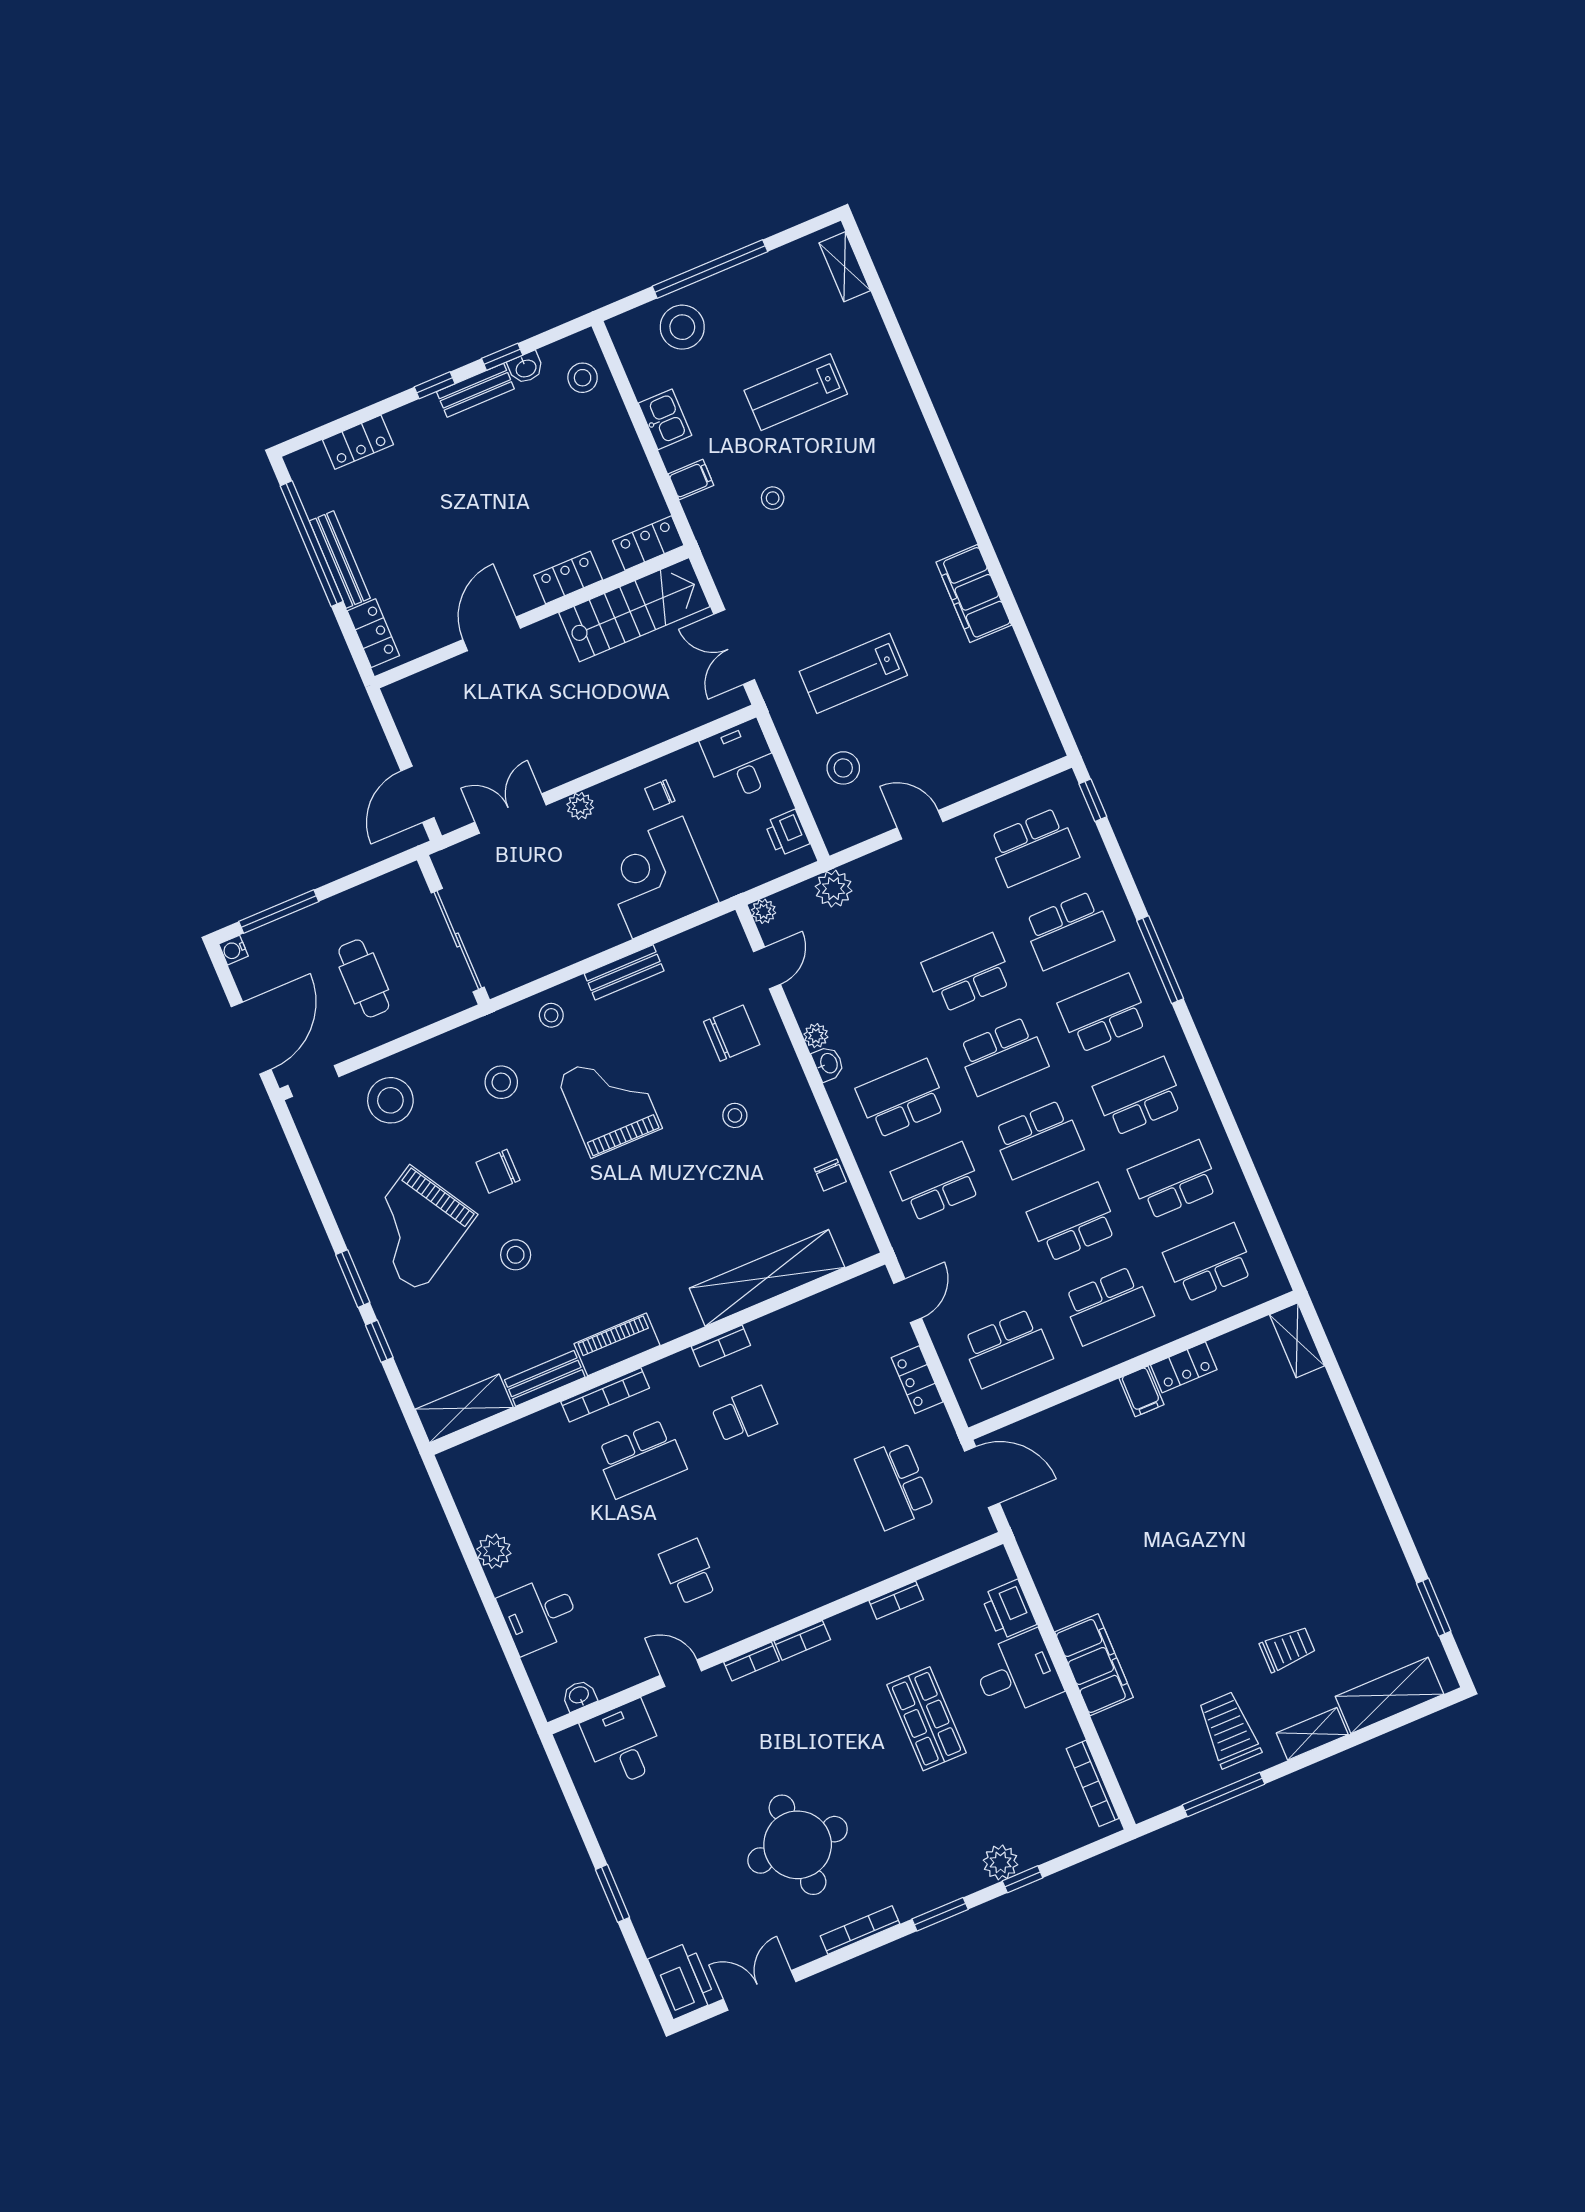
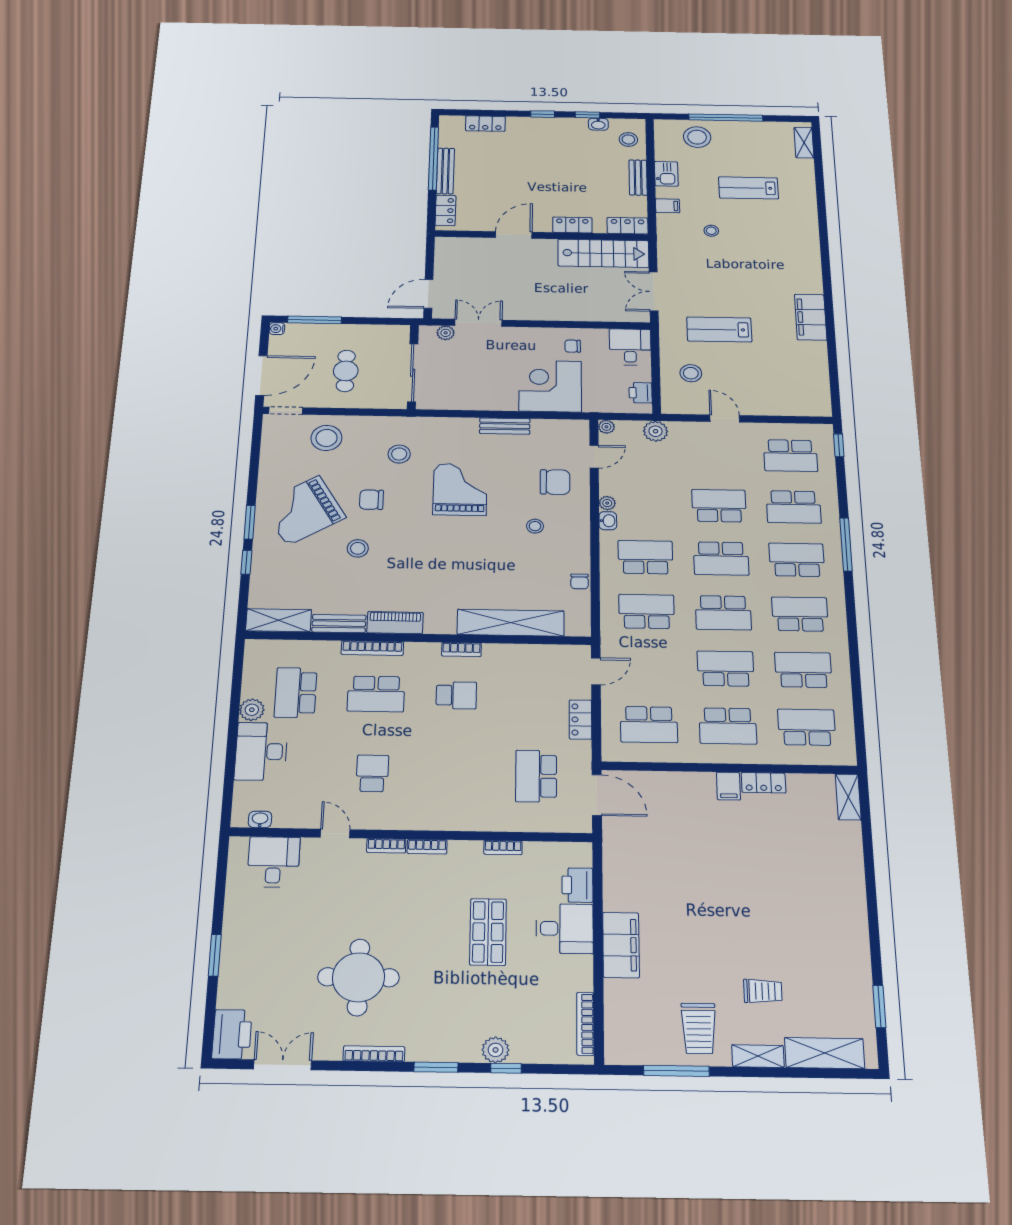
bench: (475, 390) -> (638, 178), moved, turned 90
plant: (580, 806) -> (446, 333), moved
stool: (551, 1015) -> (448, 431), removed
school desk: (538, 1502) -> (296, 693), added
desk: (539, 1614) -> (261, 751), width x1.37
trolley: (1229, 1730) -> (699, 1028), turned 180

